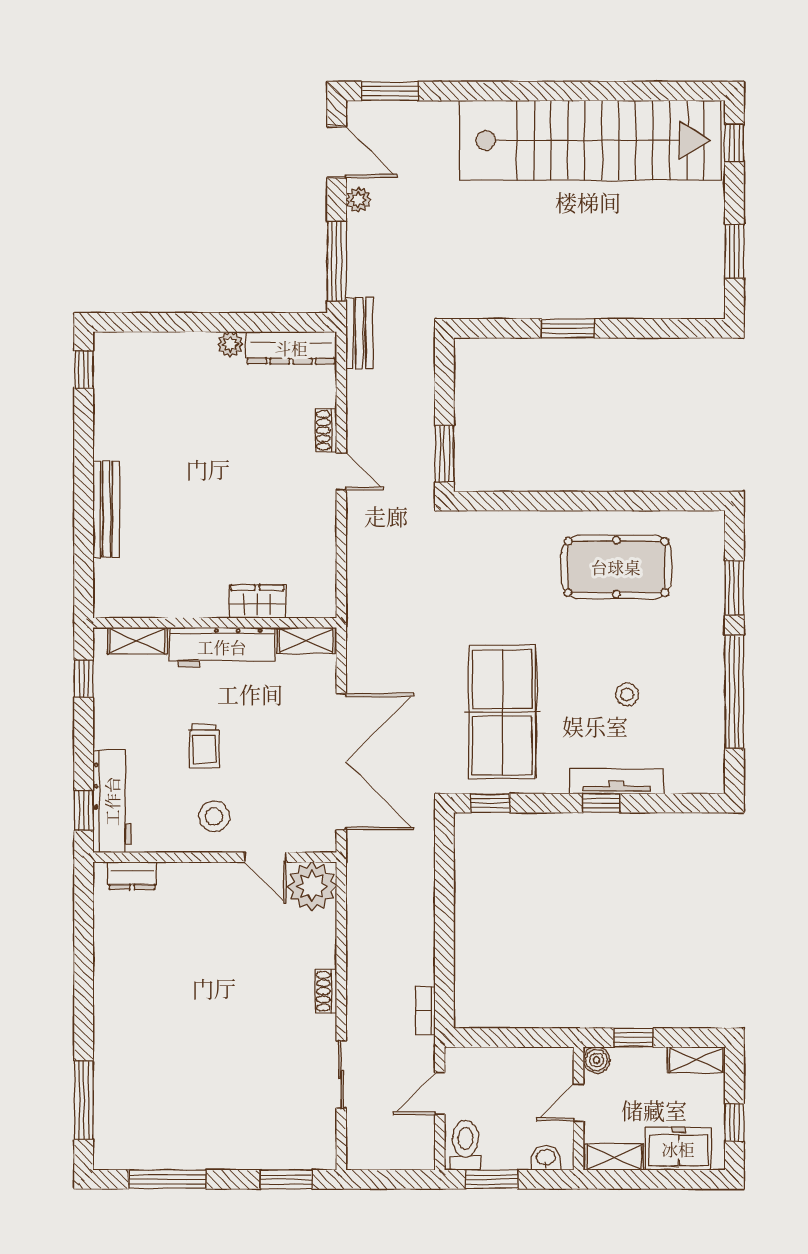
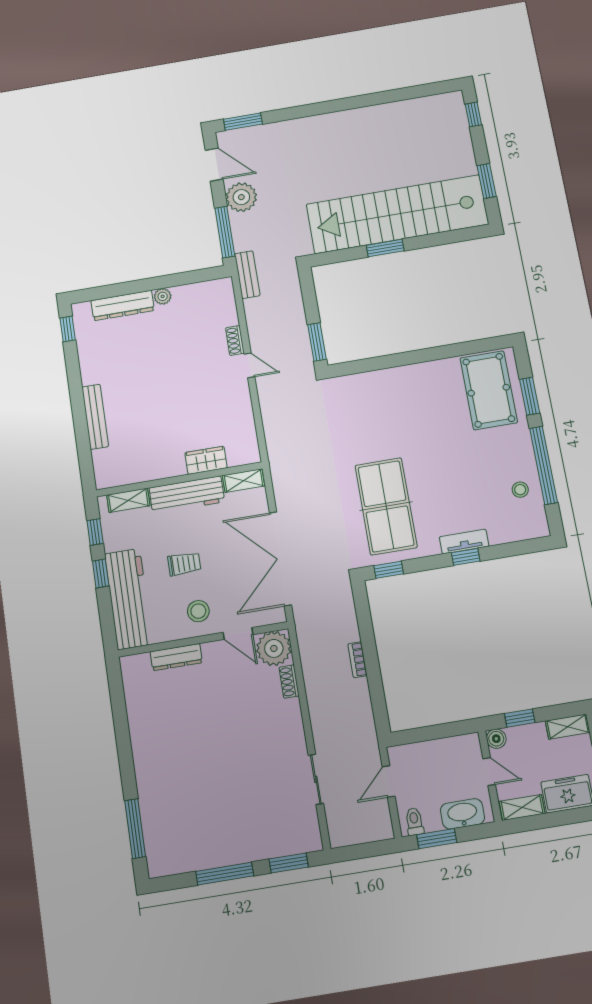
stairs: (590, 140) -> (397, 214), moved, turned 180
plant: (358, 200) -> (241, 197), width x1.87, depth x1.87
dresser: (291, 348) -> (123, 305), moved
pool table: (616, 567) -> (489, 390), moved, turned 90
stool: (627, 694) -> (520, 490), moved
trolley: (204, 746) -> (184, 564), turned -90
double door: (341, 762) -> (280, 559), swing flipped
tv unit: (616, 781) -> (464, 542), width x0.71
workbench: (112, 801) -> (129, 599), width x1.36, depth x1.32
window: (84, 810) -> (101, 573), moved
dresser: (132, 876) -> (176, 657), moved, width x1.44
shoe rack: (326, 991) -> (289, 682), moved
bookcase: (426, 1011) -> (357, 660), moved
door: (579, 1102) -> (489, 772), swing flipped
toilet: (465, 1145) -> (414, 822), width x0.73, depth x0.72
washbasin: (546, 1158) -> (462, 814), width x1.91, depth x1.45
window: (167, 1179) -> (225, 874), moved

